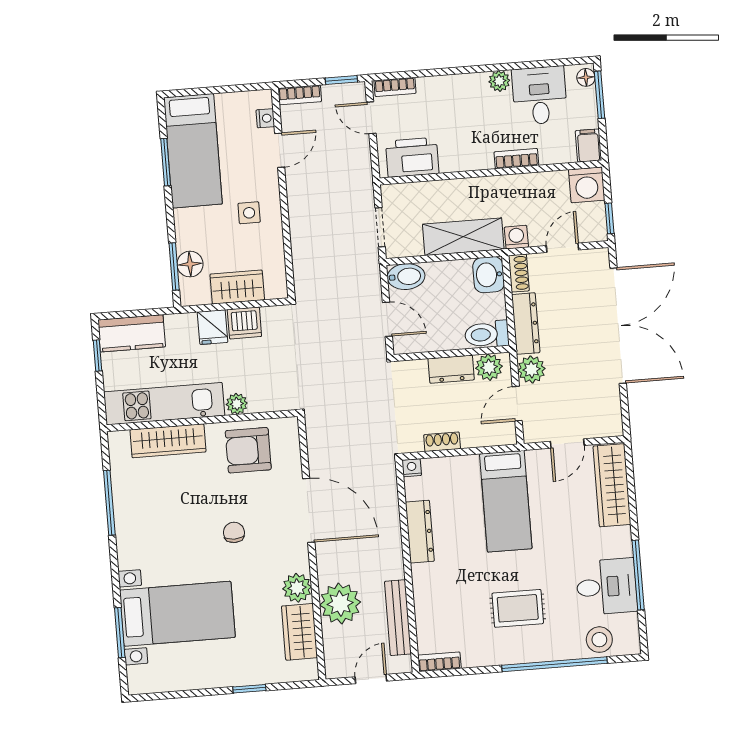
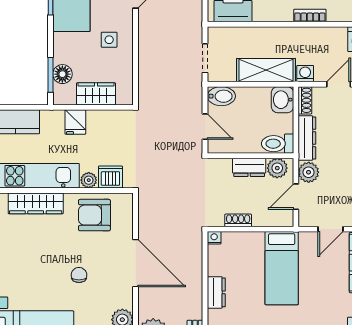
dishwasher: (244, 323) -> (110, 177), moved, turned 180
dresser: (420, 532) -> (216, 292), width x0.70

